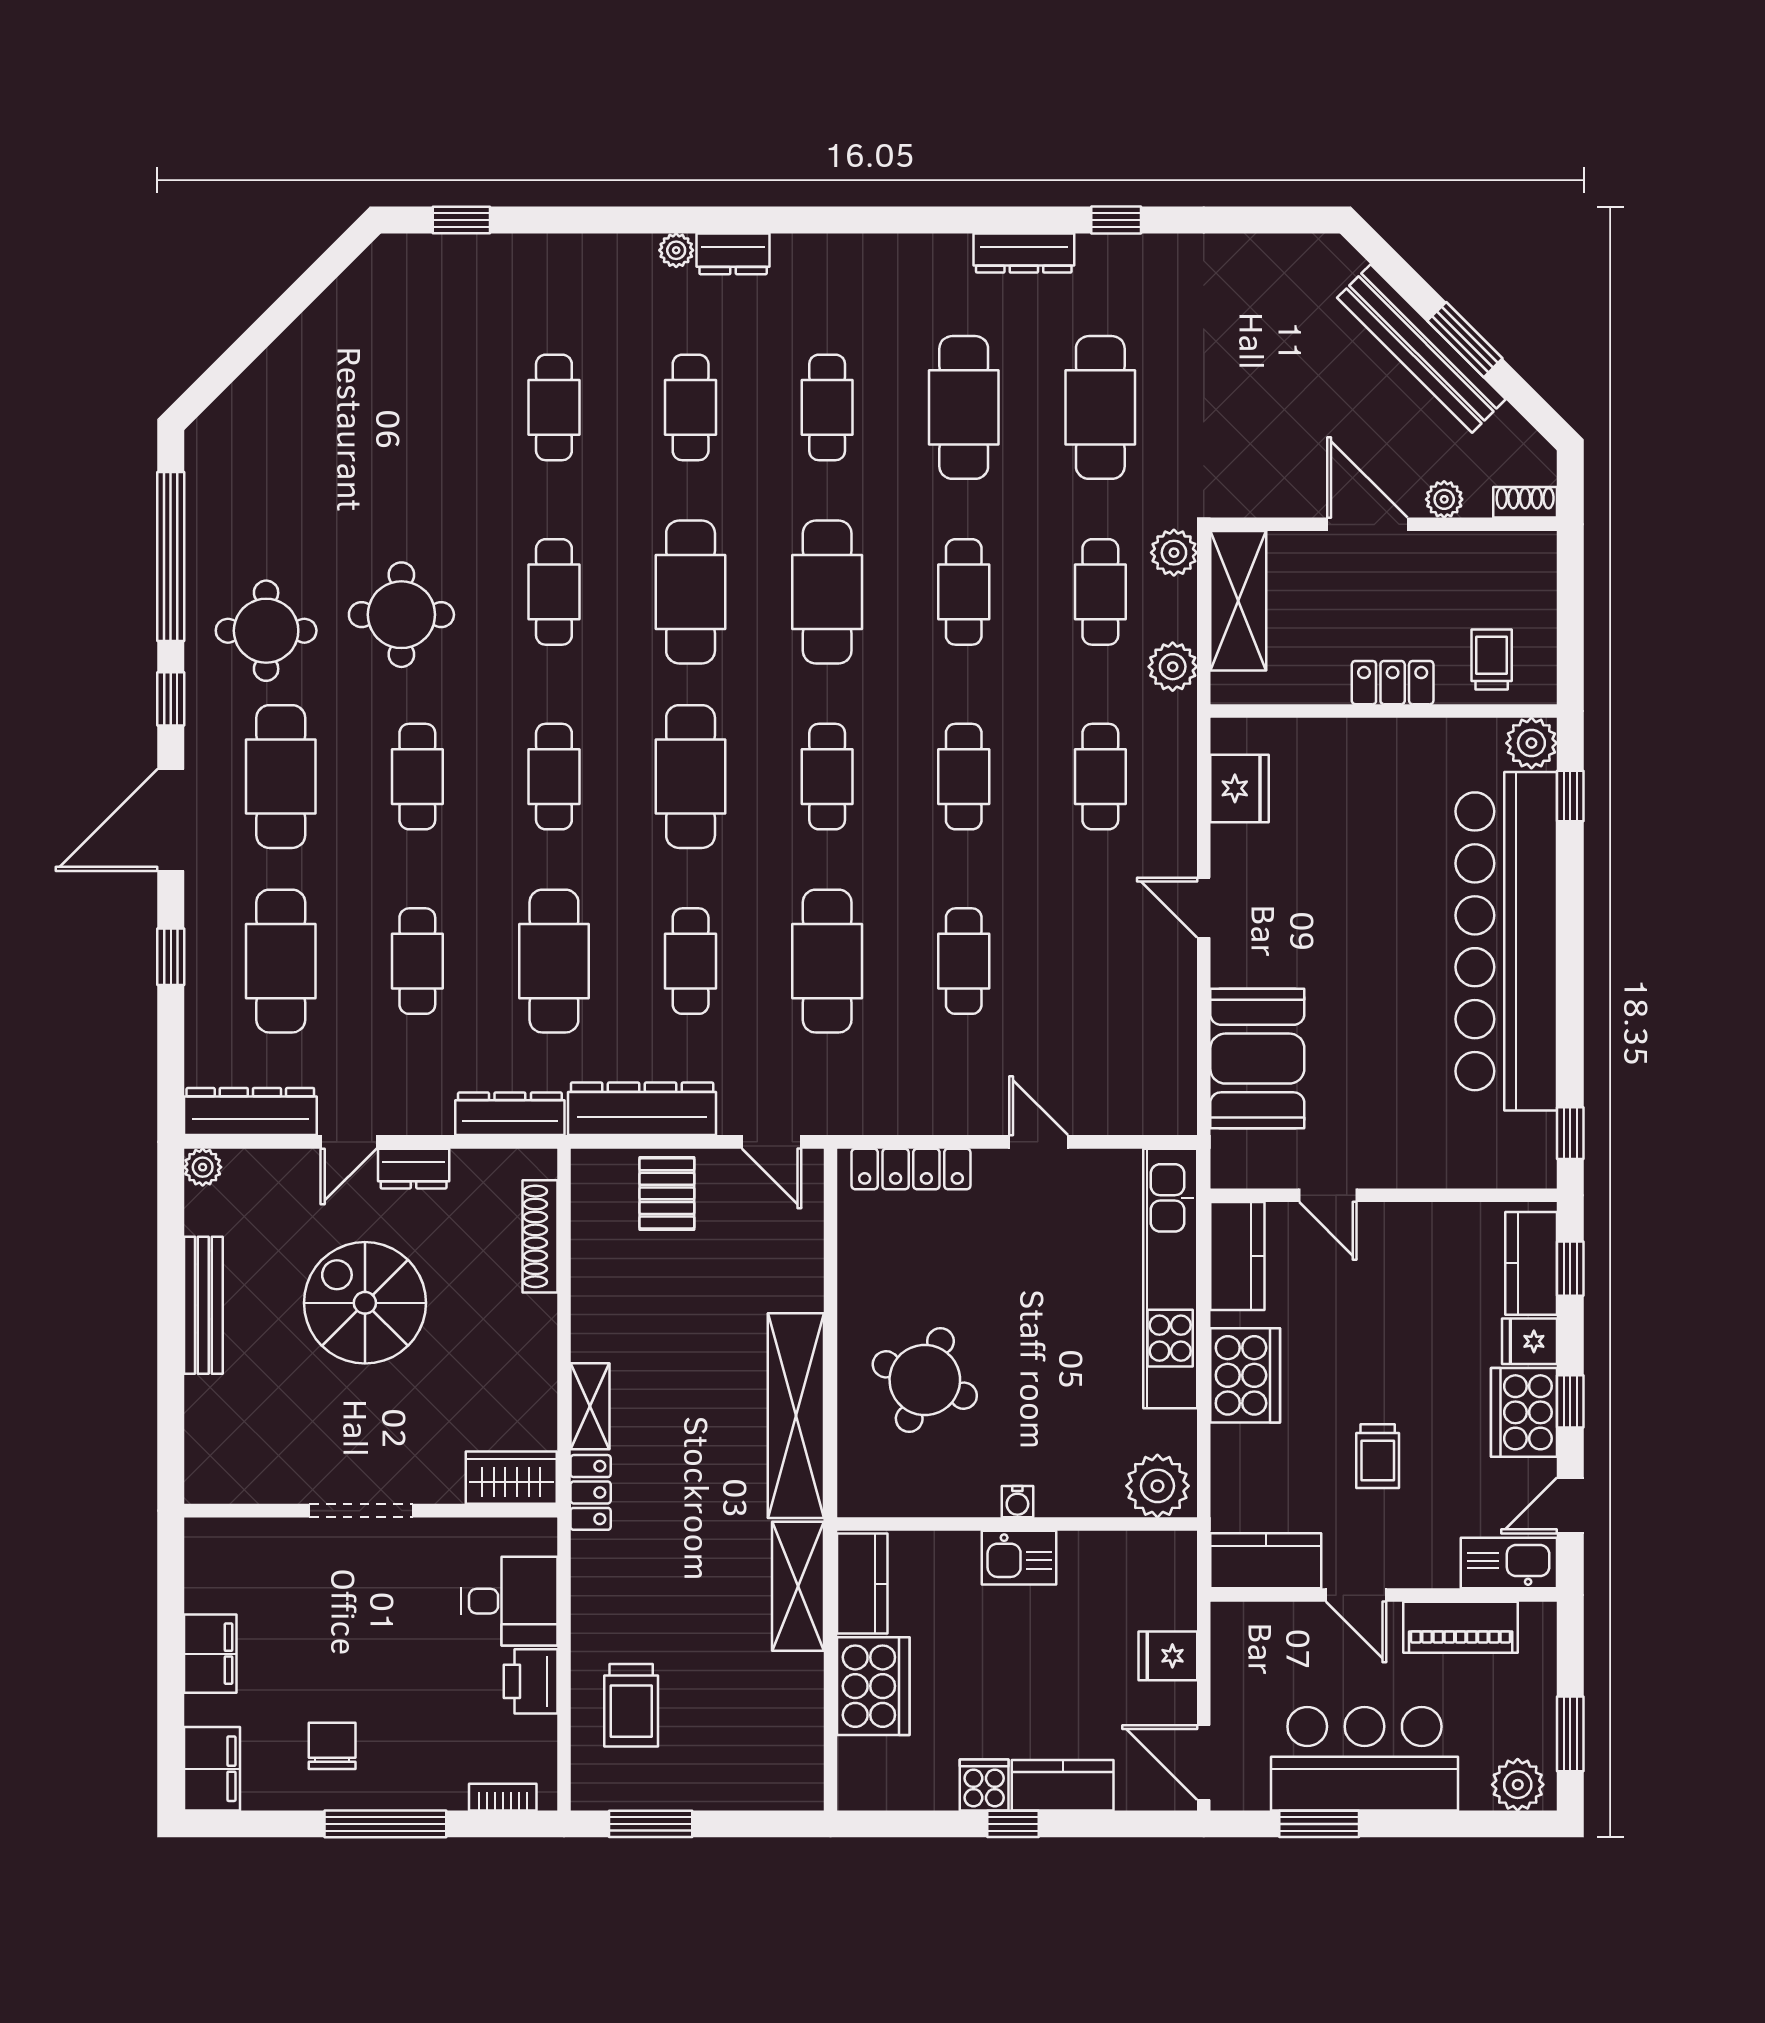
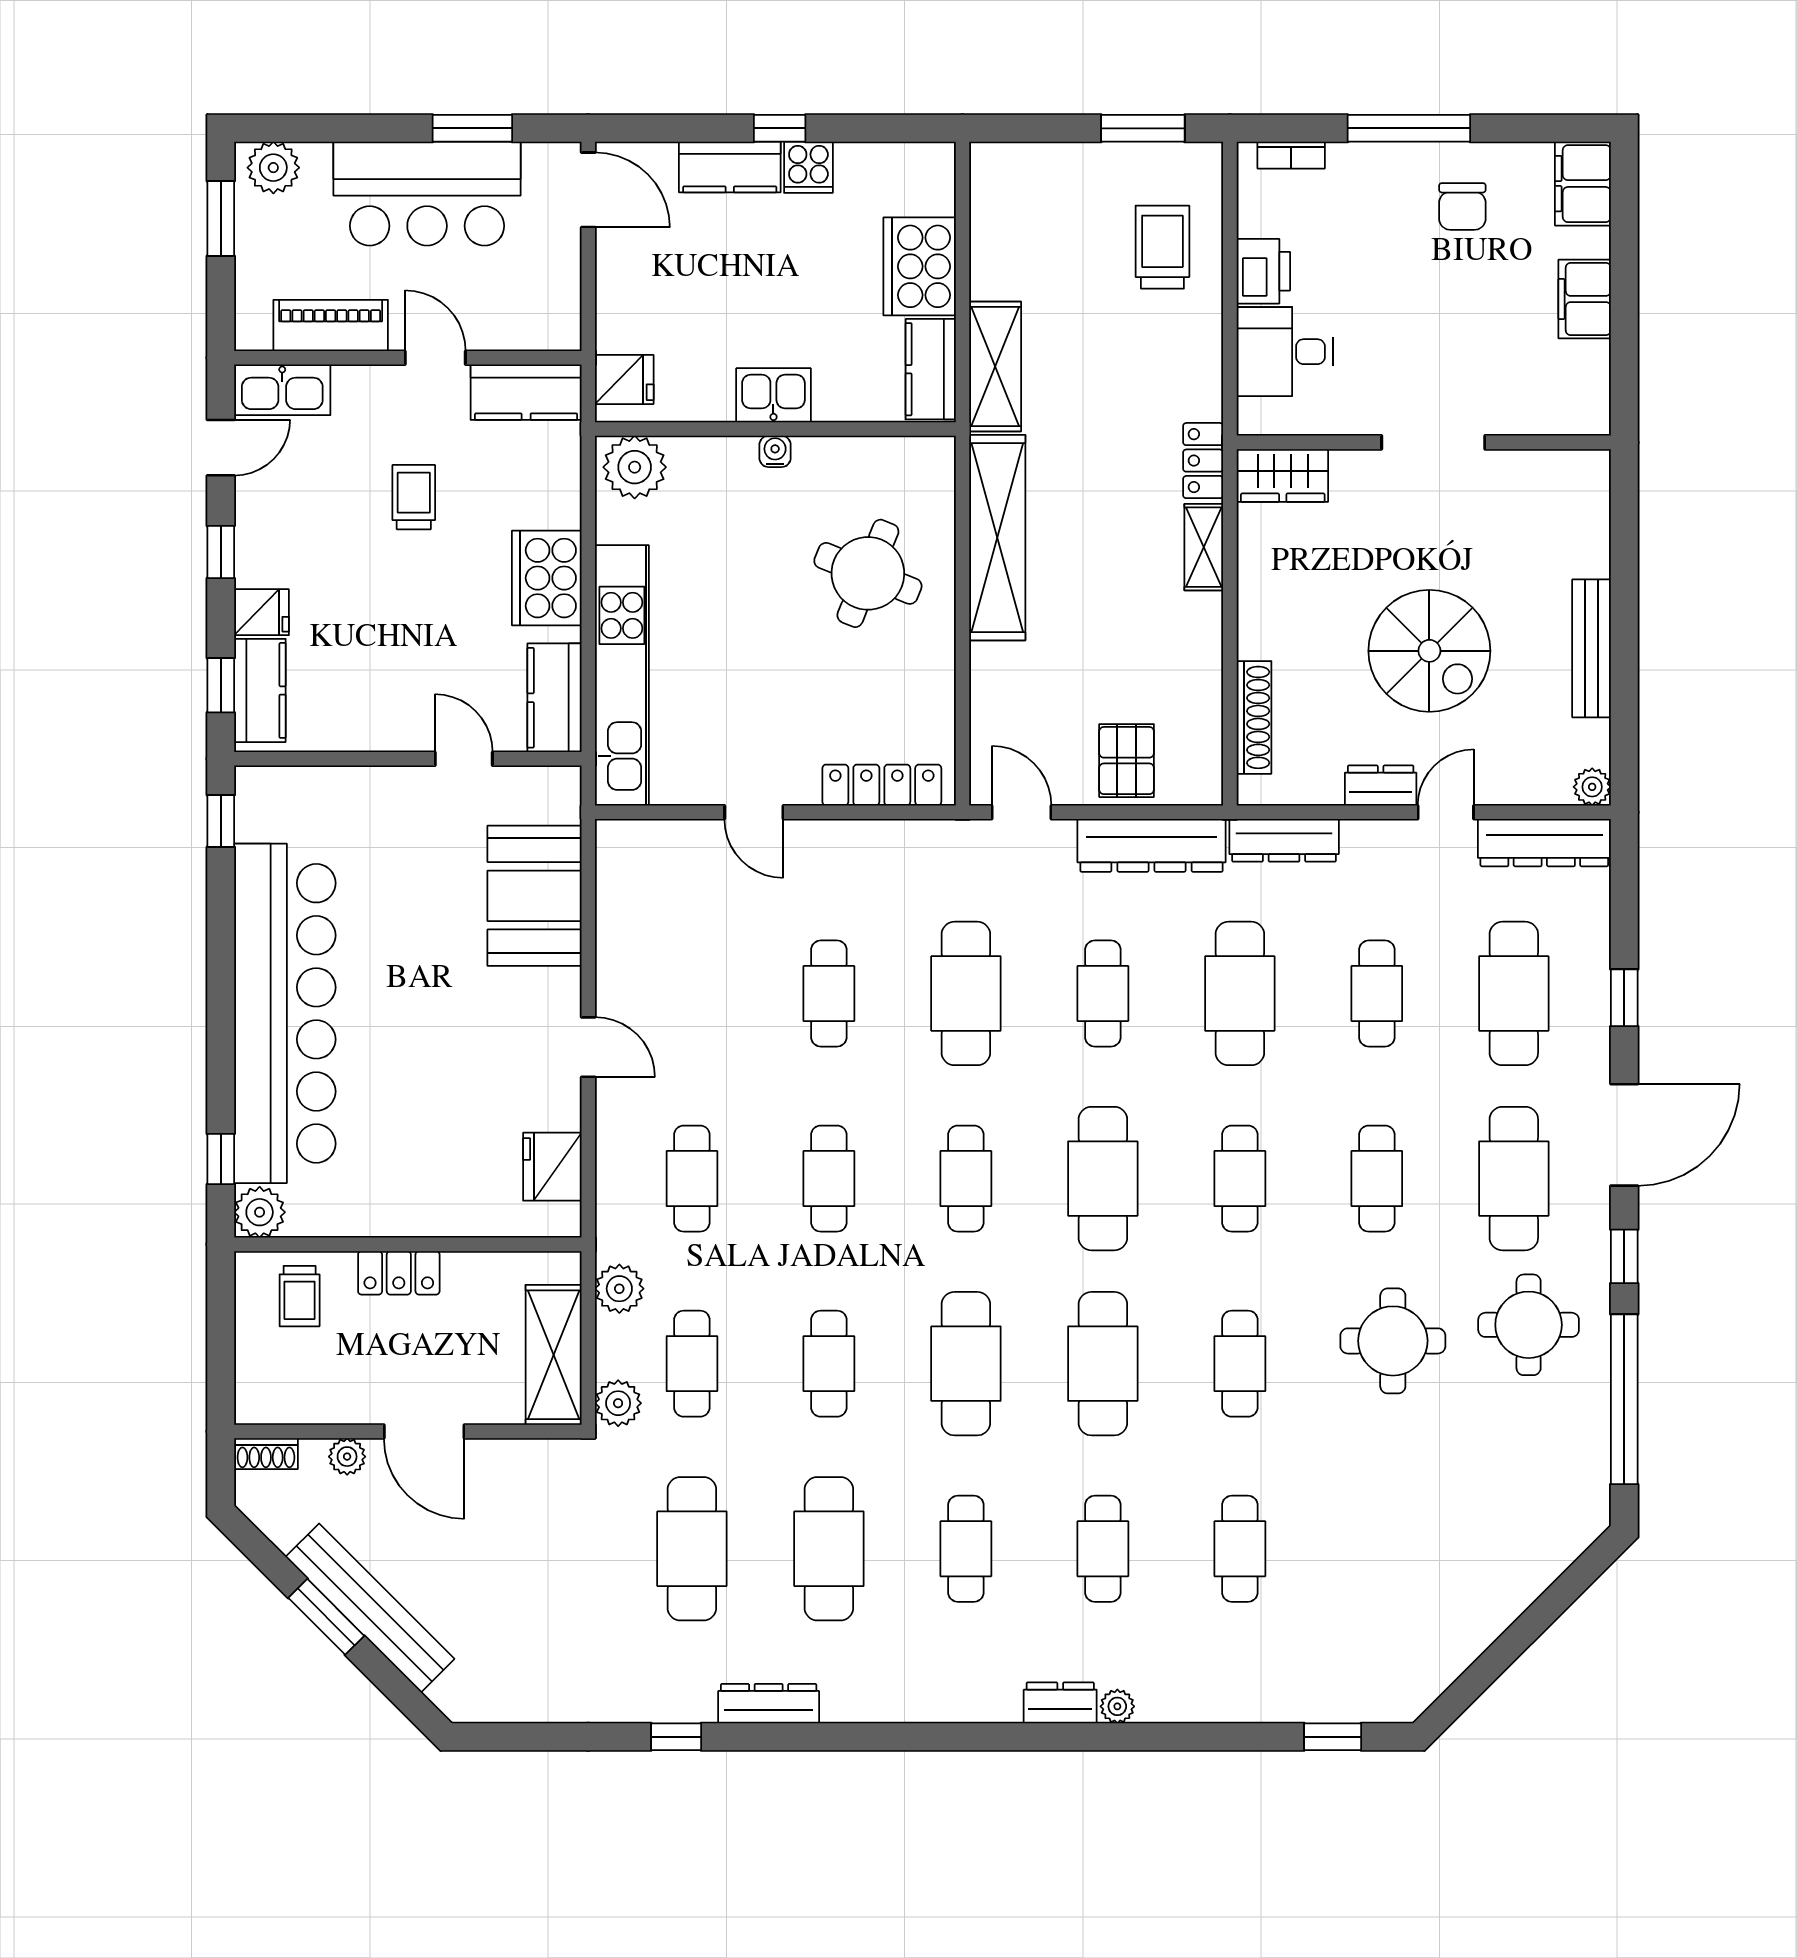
cooker: (1524, 1412) -> (267, 541), removed
fridge: (1168, 1656) -> (624, 379), moved

